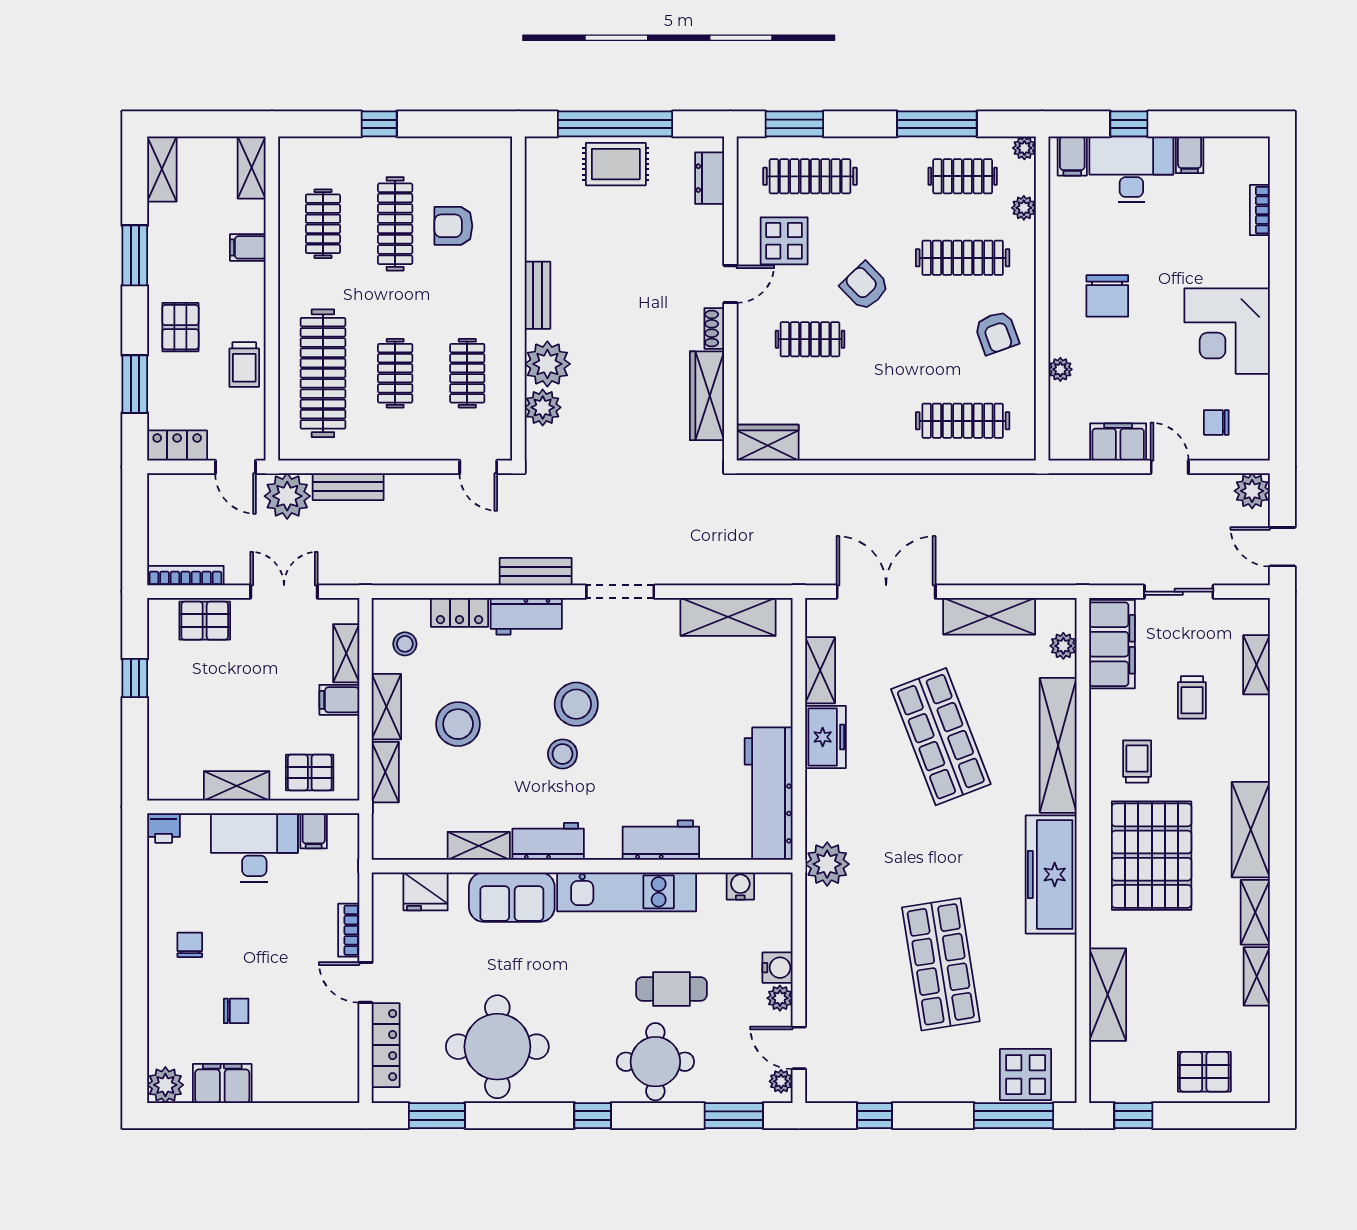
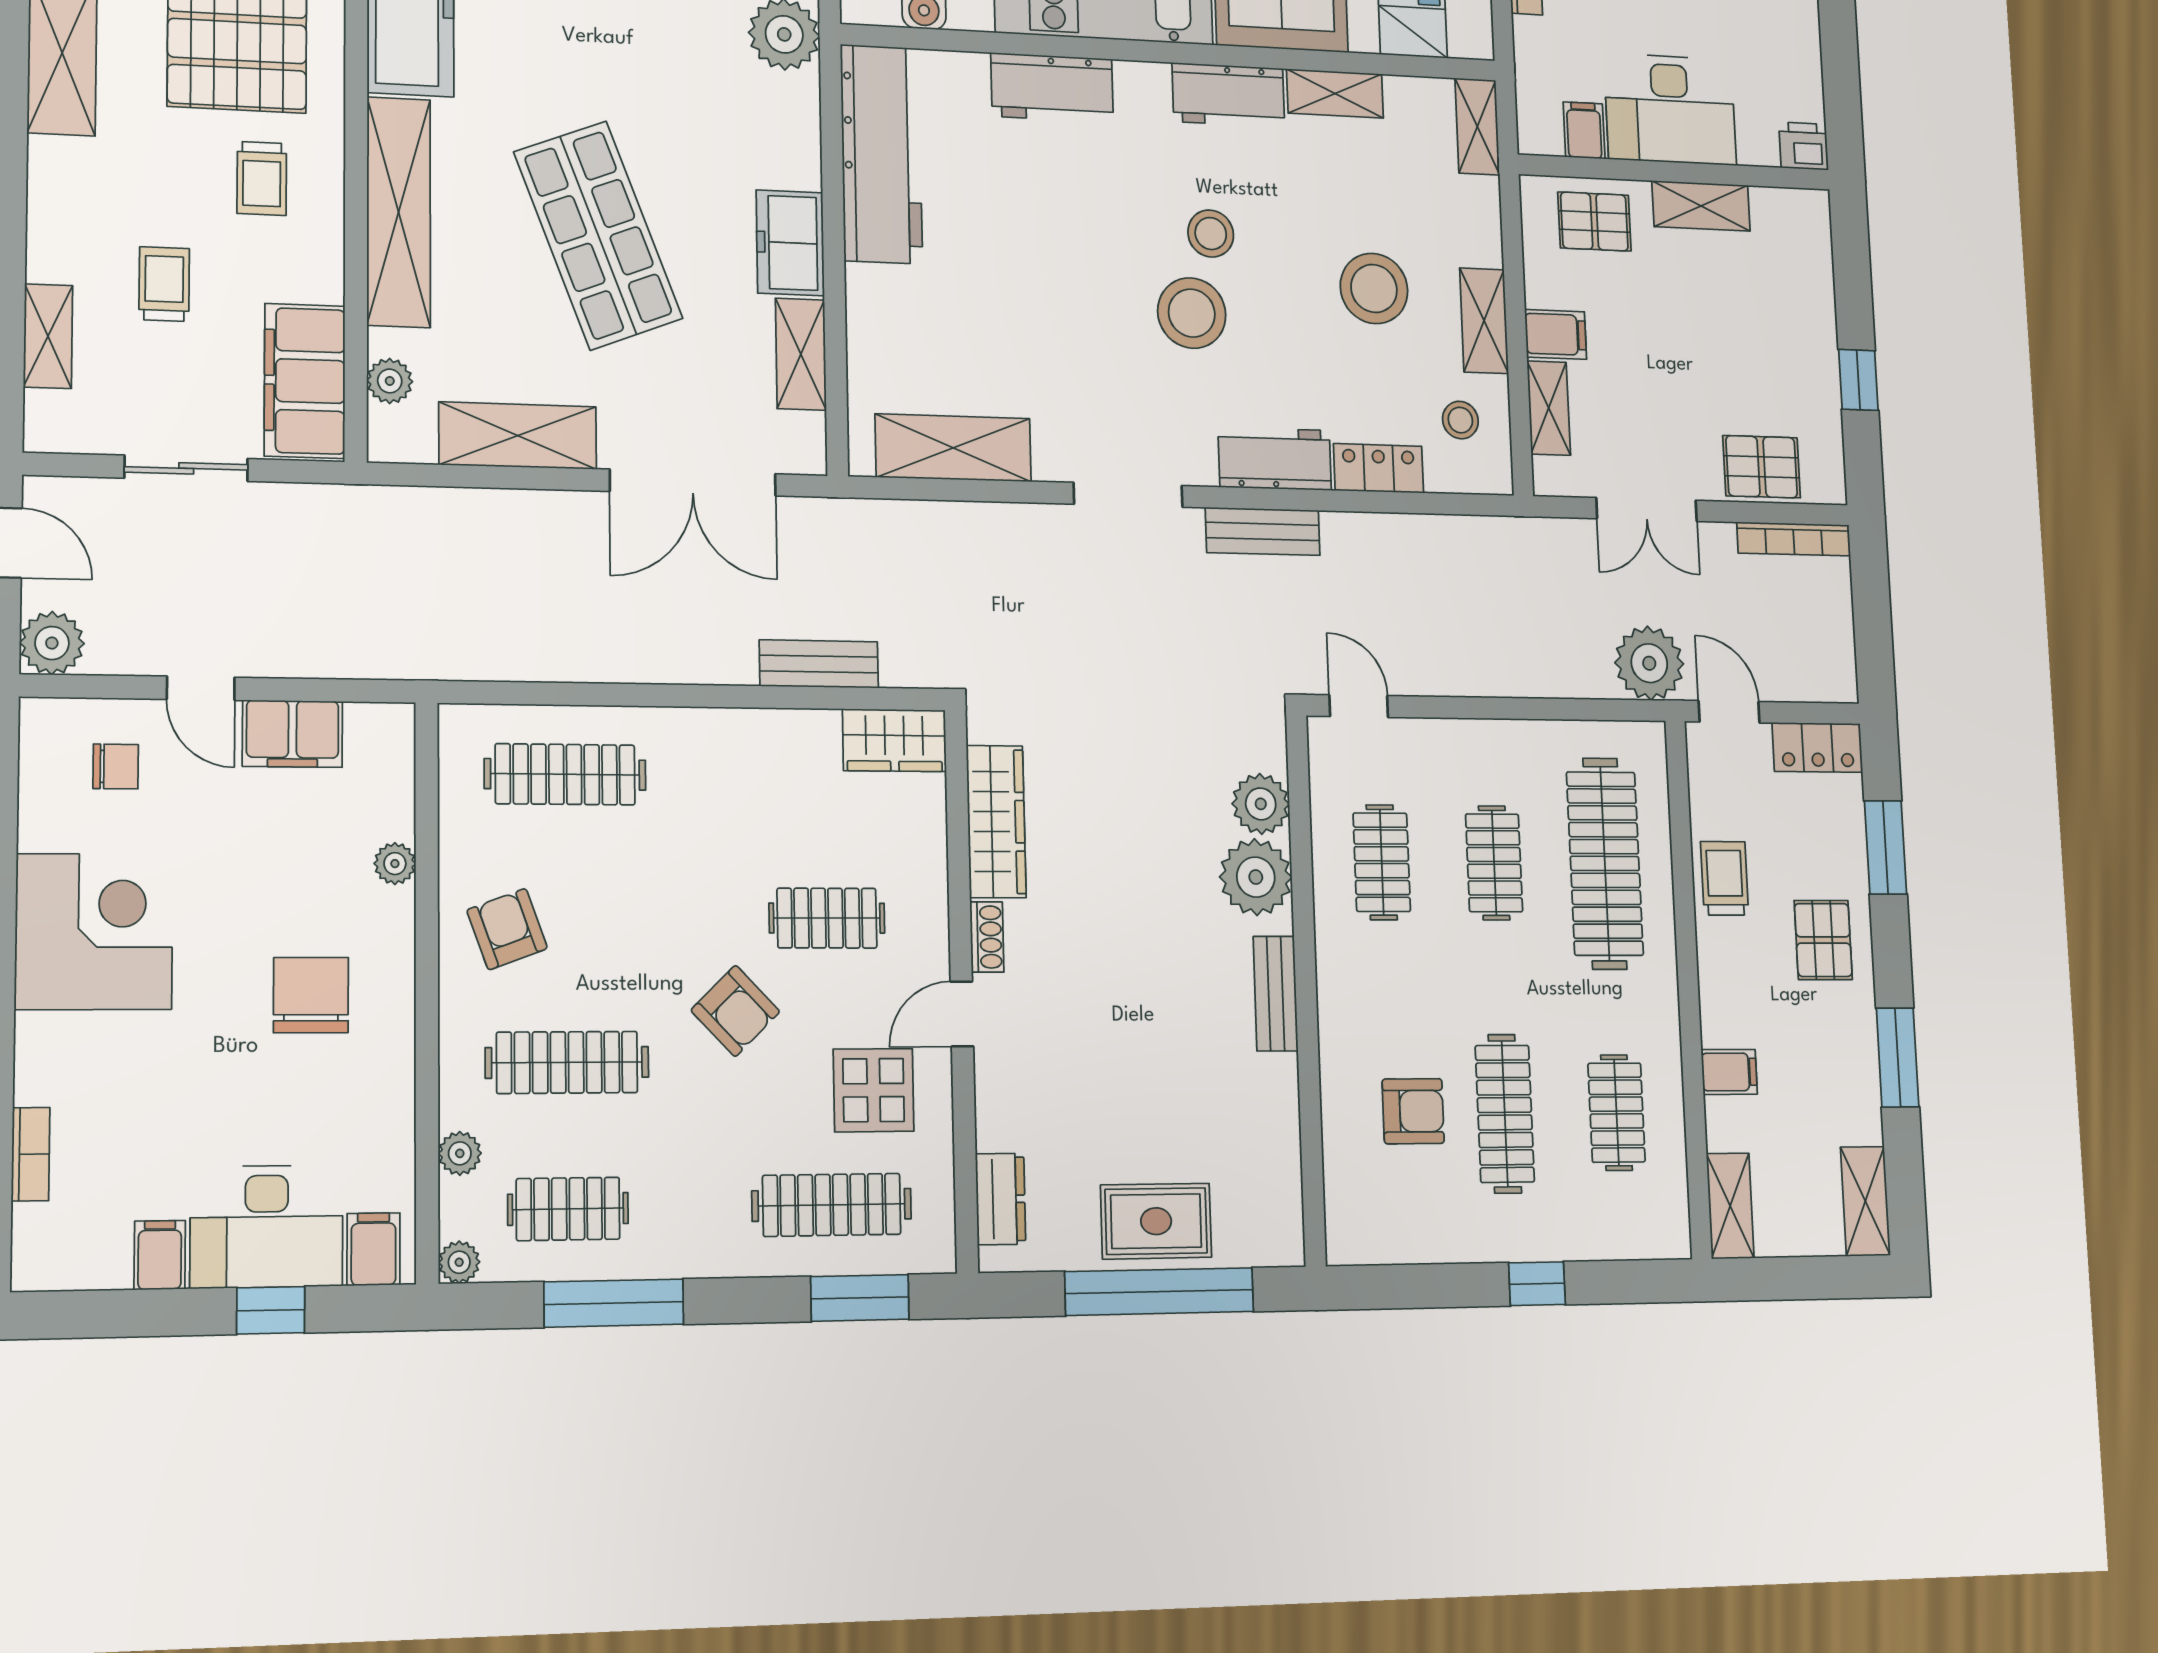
bench: (348, 487) -> (819, 664), moved
shelving: (385, 772) -> (1477, 127), moved

